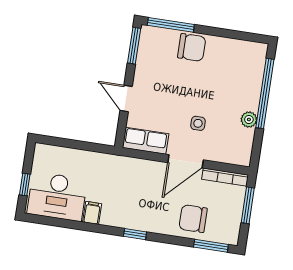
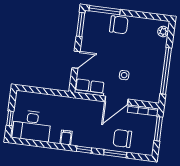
window: (265, 93) -> (166, 71), moved
door: (126, 98) -> (76, 60), swing flipped
plant: (249, 120) -> (163, 32), moved
filing cabinet: (92, 213) -> (66, 138), moved
window: (211, 246) -> (115, 154), moved

